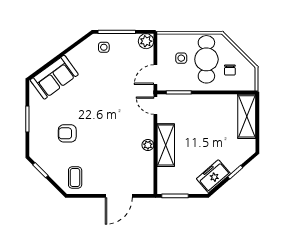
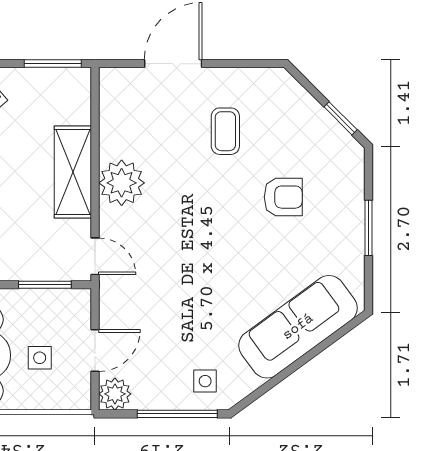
door: (155, 75) -> (95, 351), moved
sofa: (54, 77) -> (298, 327), width x1.36
plant: (148, 145) -> (122, 183), width x1.87, depth x1.87
coffee table: (75, 177) -> (225, 131), moved

